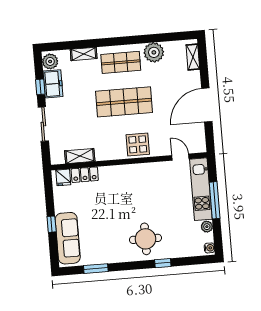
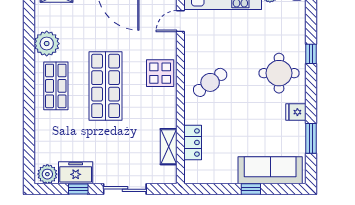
shelving: (84, 54) -> (41, 131), removed
fridge: (63, 177) -> (296, 112), moved, turned 180
cafe table: (134, 185) -> (210, 82), added

